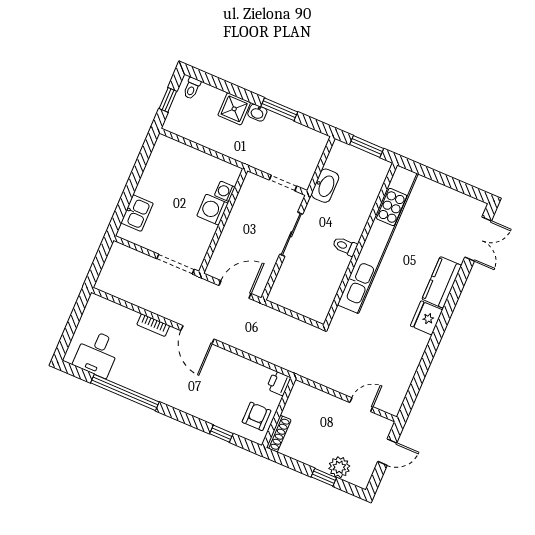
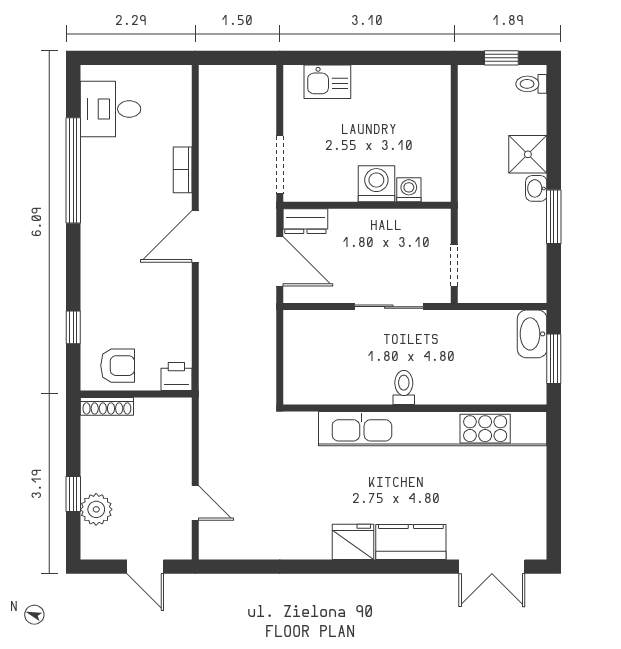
washbasin: (325, 186) -> (532, 334), moved, turned 90
dresser: (217, 263) -> (305, 221), added

